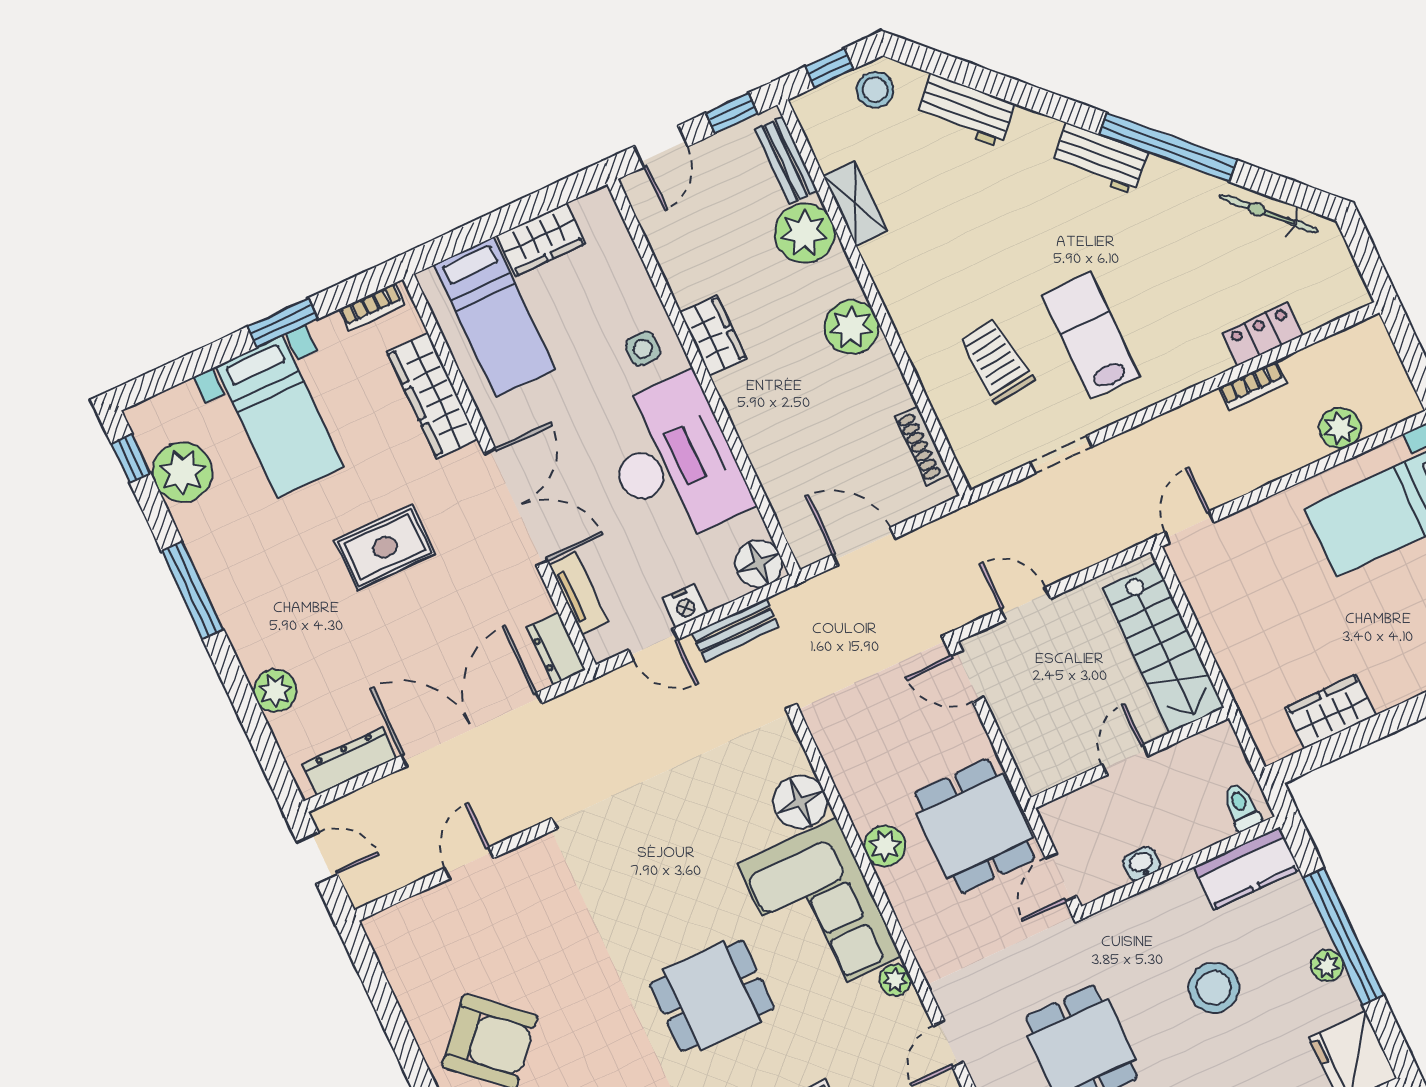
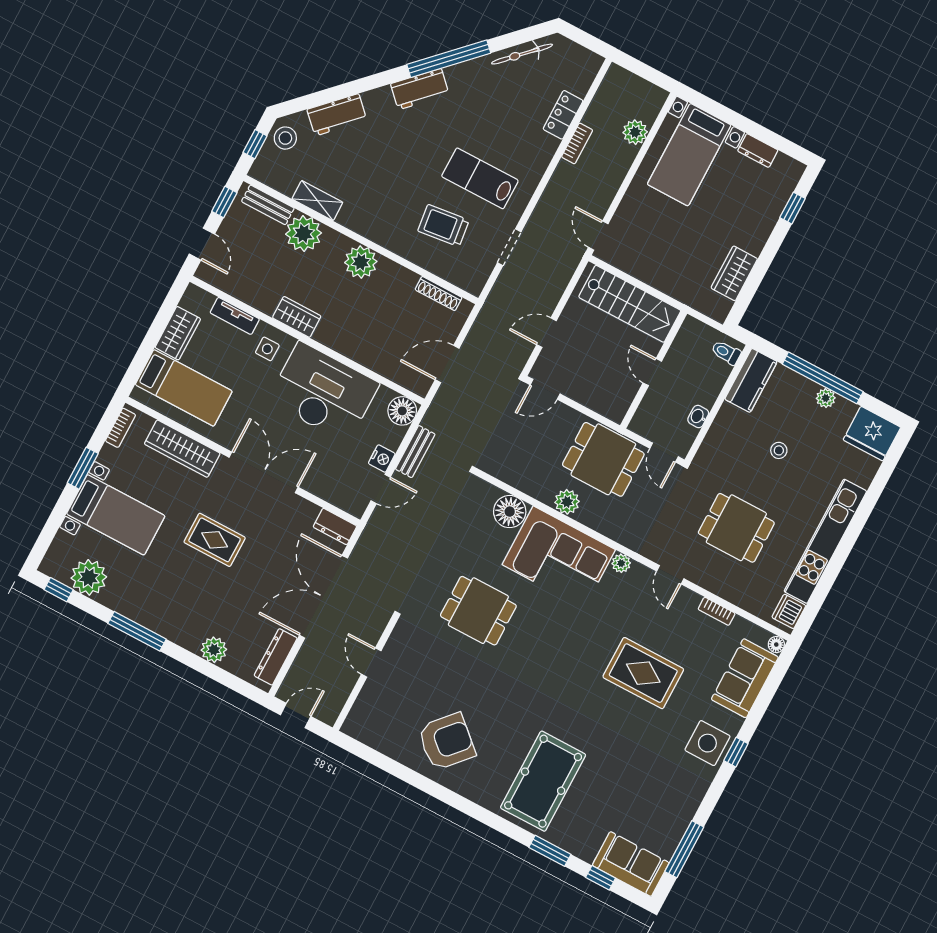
rug: (385, 547) -> (215, 540), turned 90
tv unit: (579, 593) -> (235, 316), moved, turned 180
stool: (1214, 988) -> (779, 450), width x0.53, depth x0.53
dining table: (712, 996) -> (478, 611), moved, turned 90

